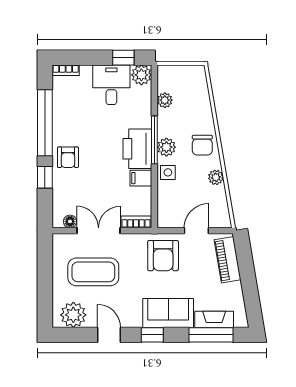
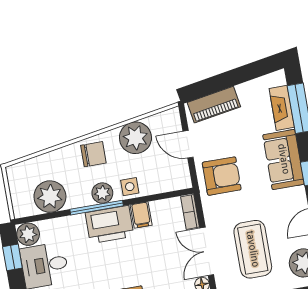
plant: (165, 100) -> (50, 197), width x1.87, depth x1.87
plant: (216, 177) -> (135, 138), width x1.88, depth x1.88

